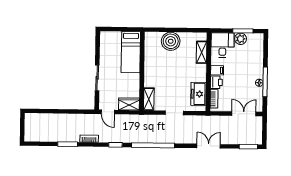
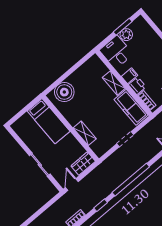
boiler: (171, 41) -> (64, 92), moved
shelving: (202, 52) -> (114, 83), moved
freezer: (198, 94) -> (131, 107), width x1.40
shelving: (149, 99) -> (85, 133), moved
door: (108, 112) -> (72, 184), swing flipped

